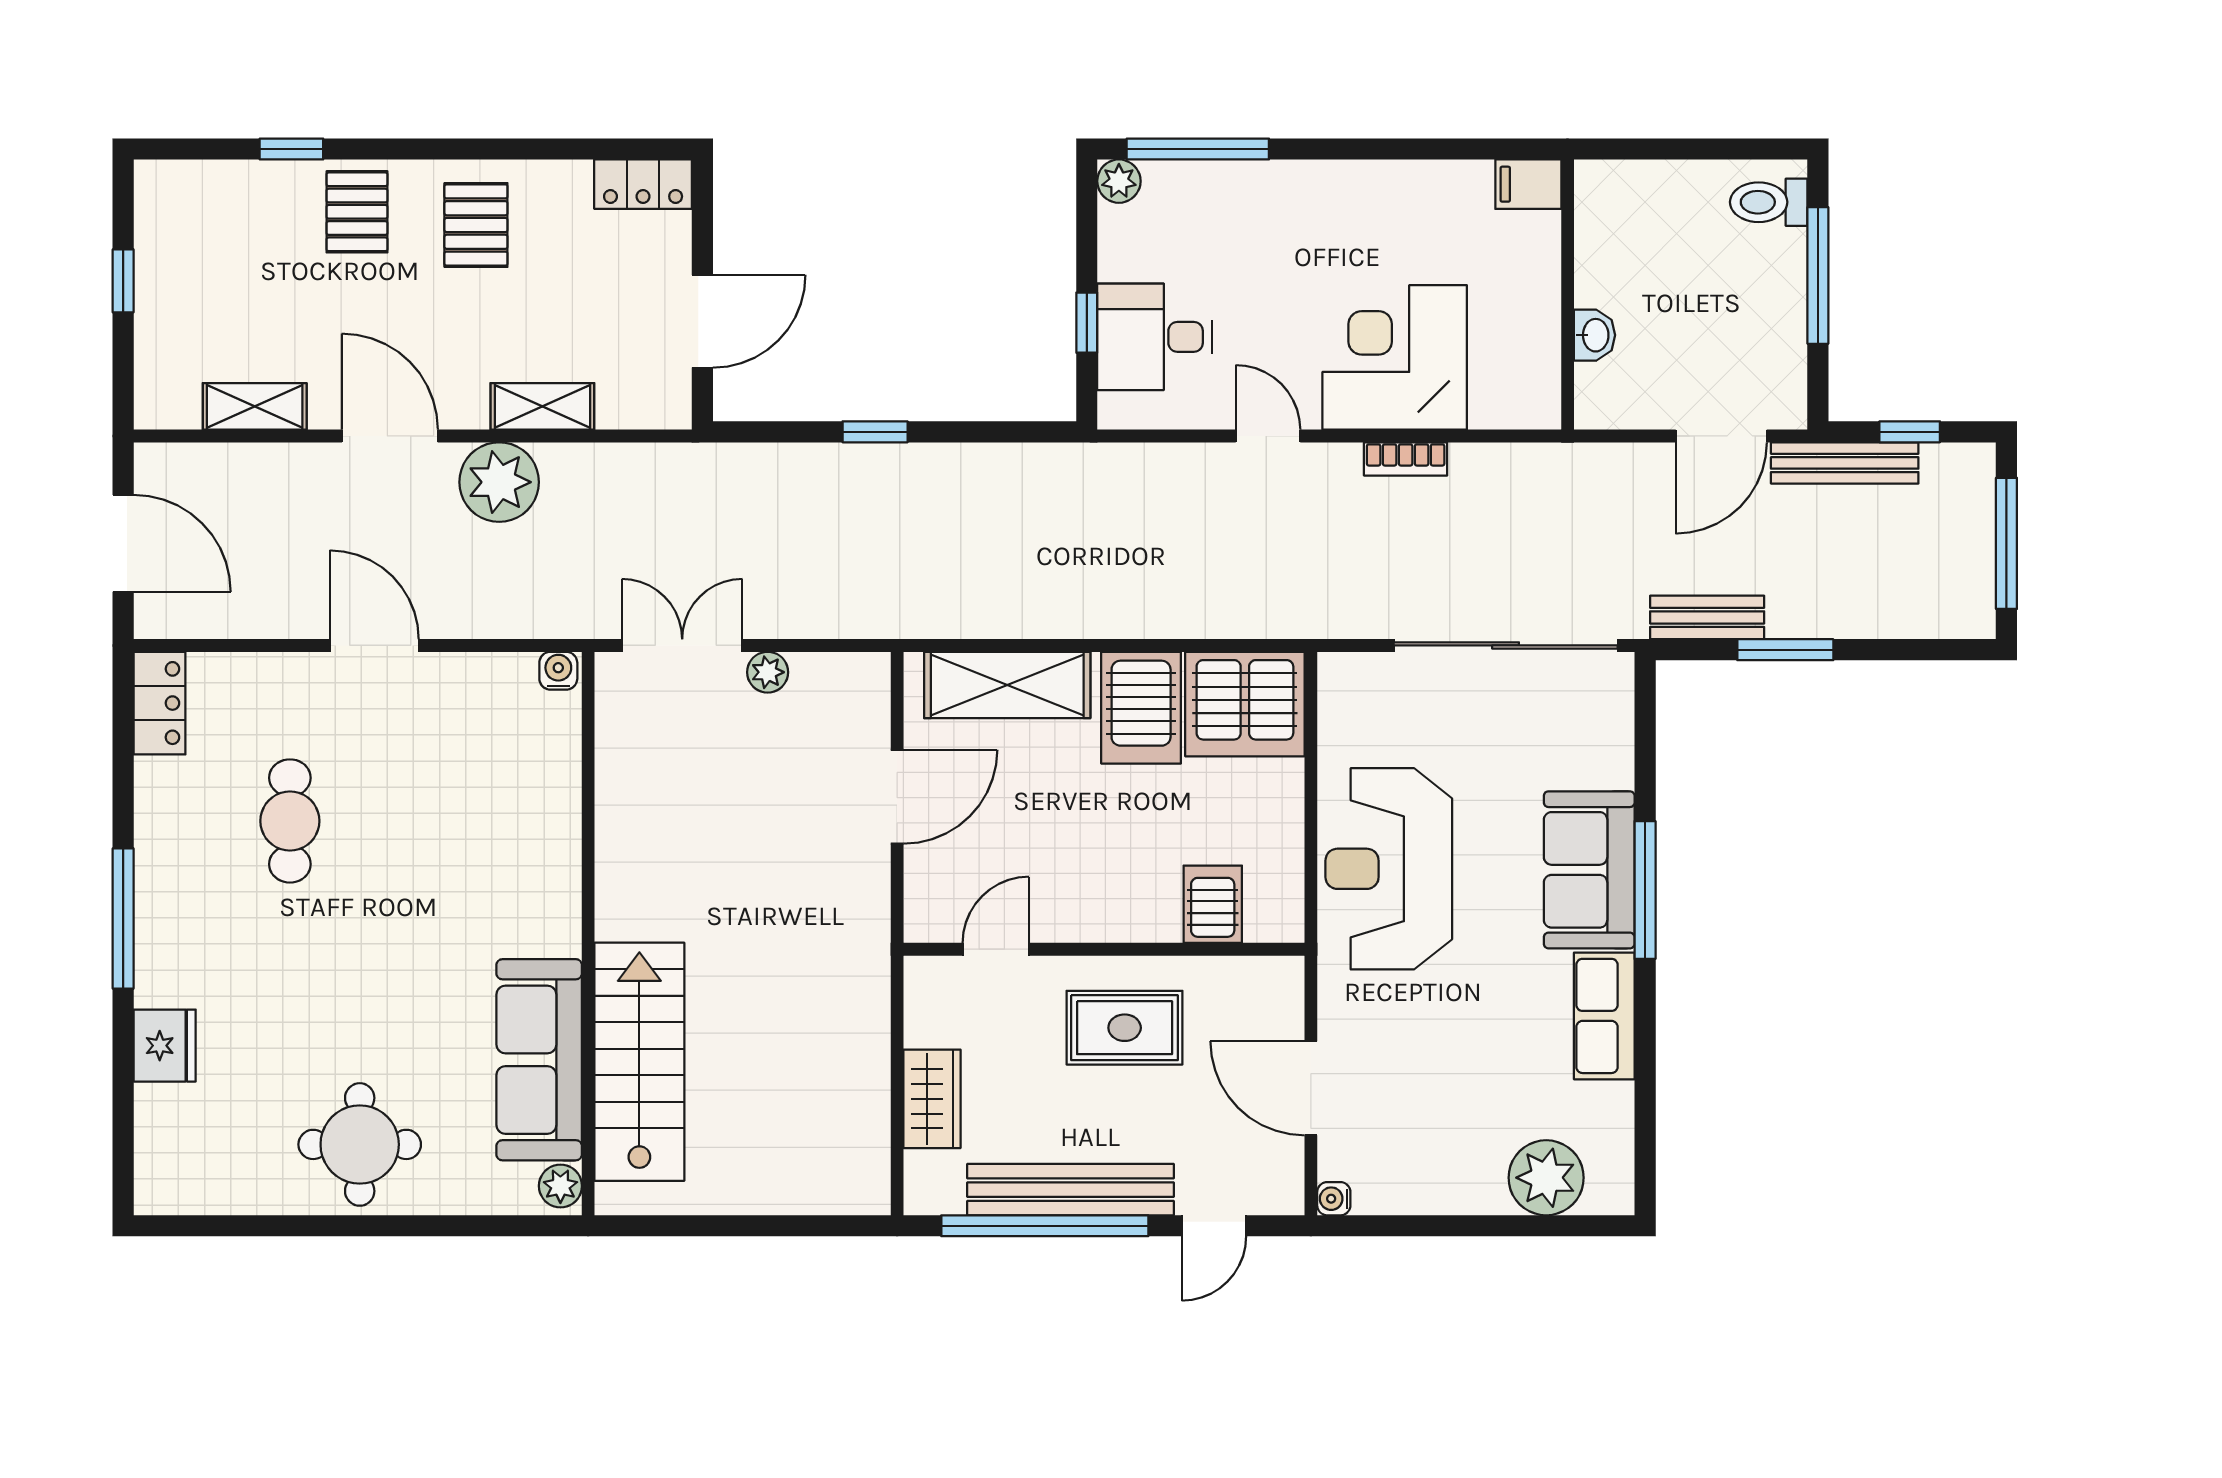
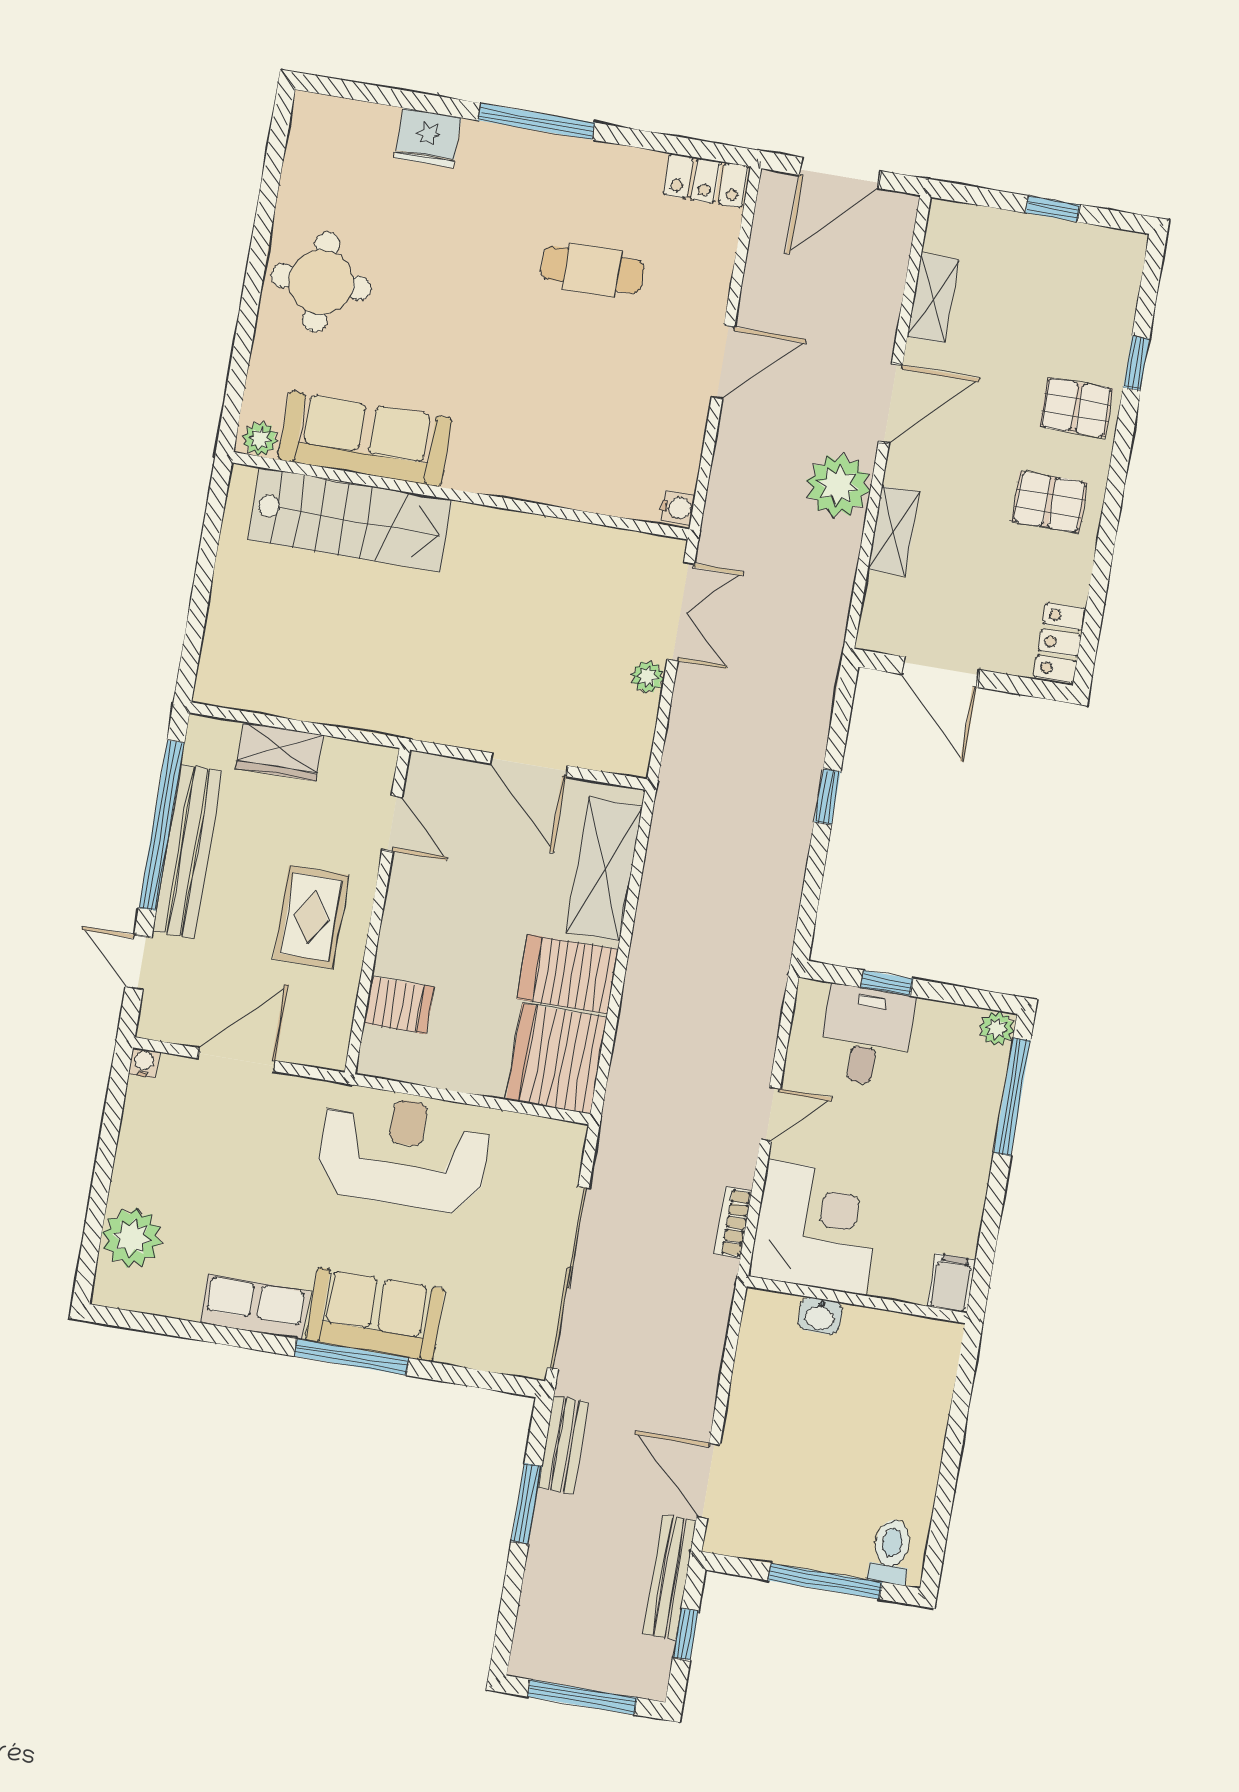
filing cabinet: (1528, 184) -> (951, 1283), moved
wall: (1568, 295) -> (857, 1300), moved
washbasin: (1594, 335) -> (820, 1316), moved

